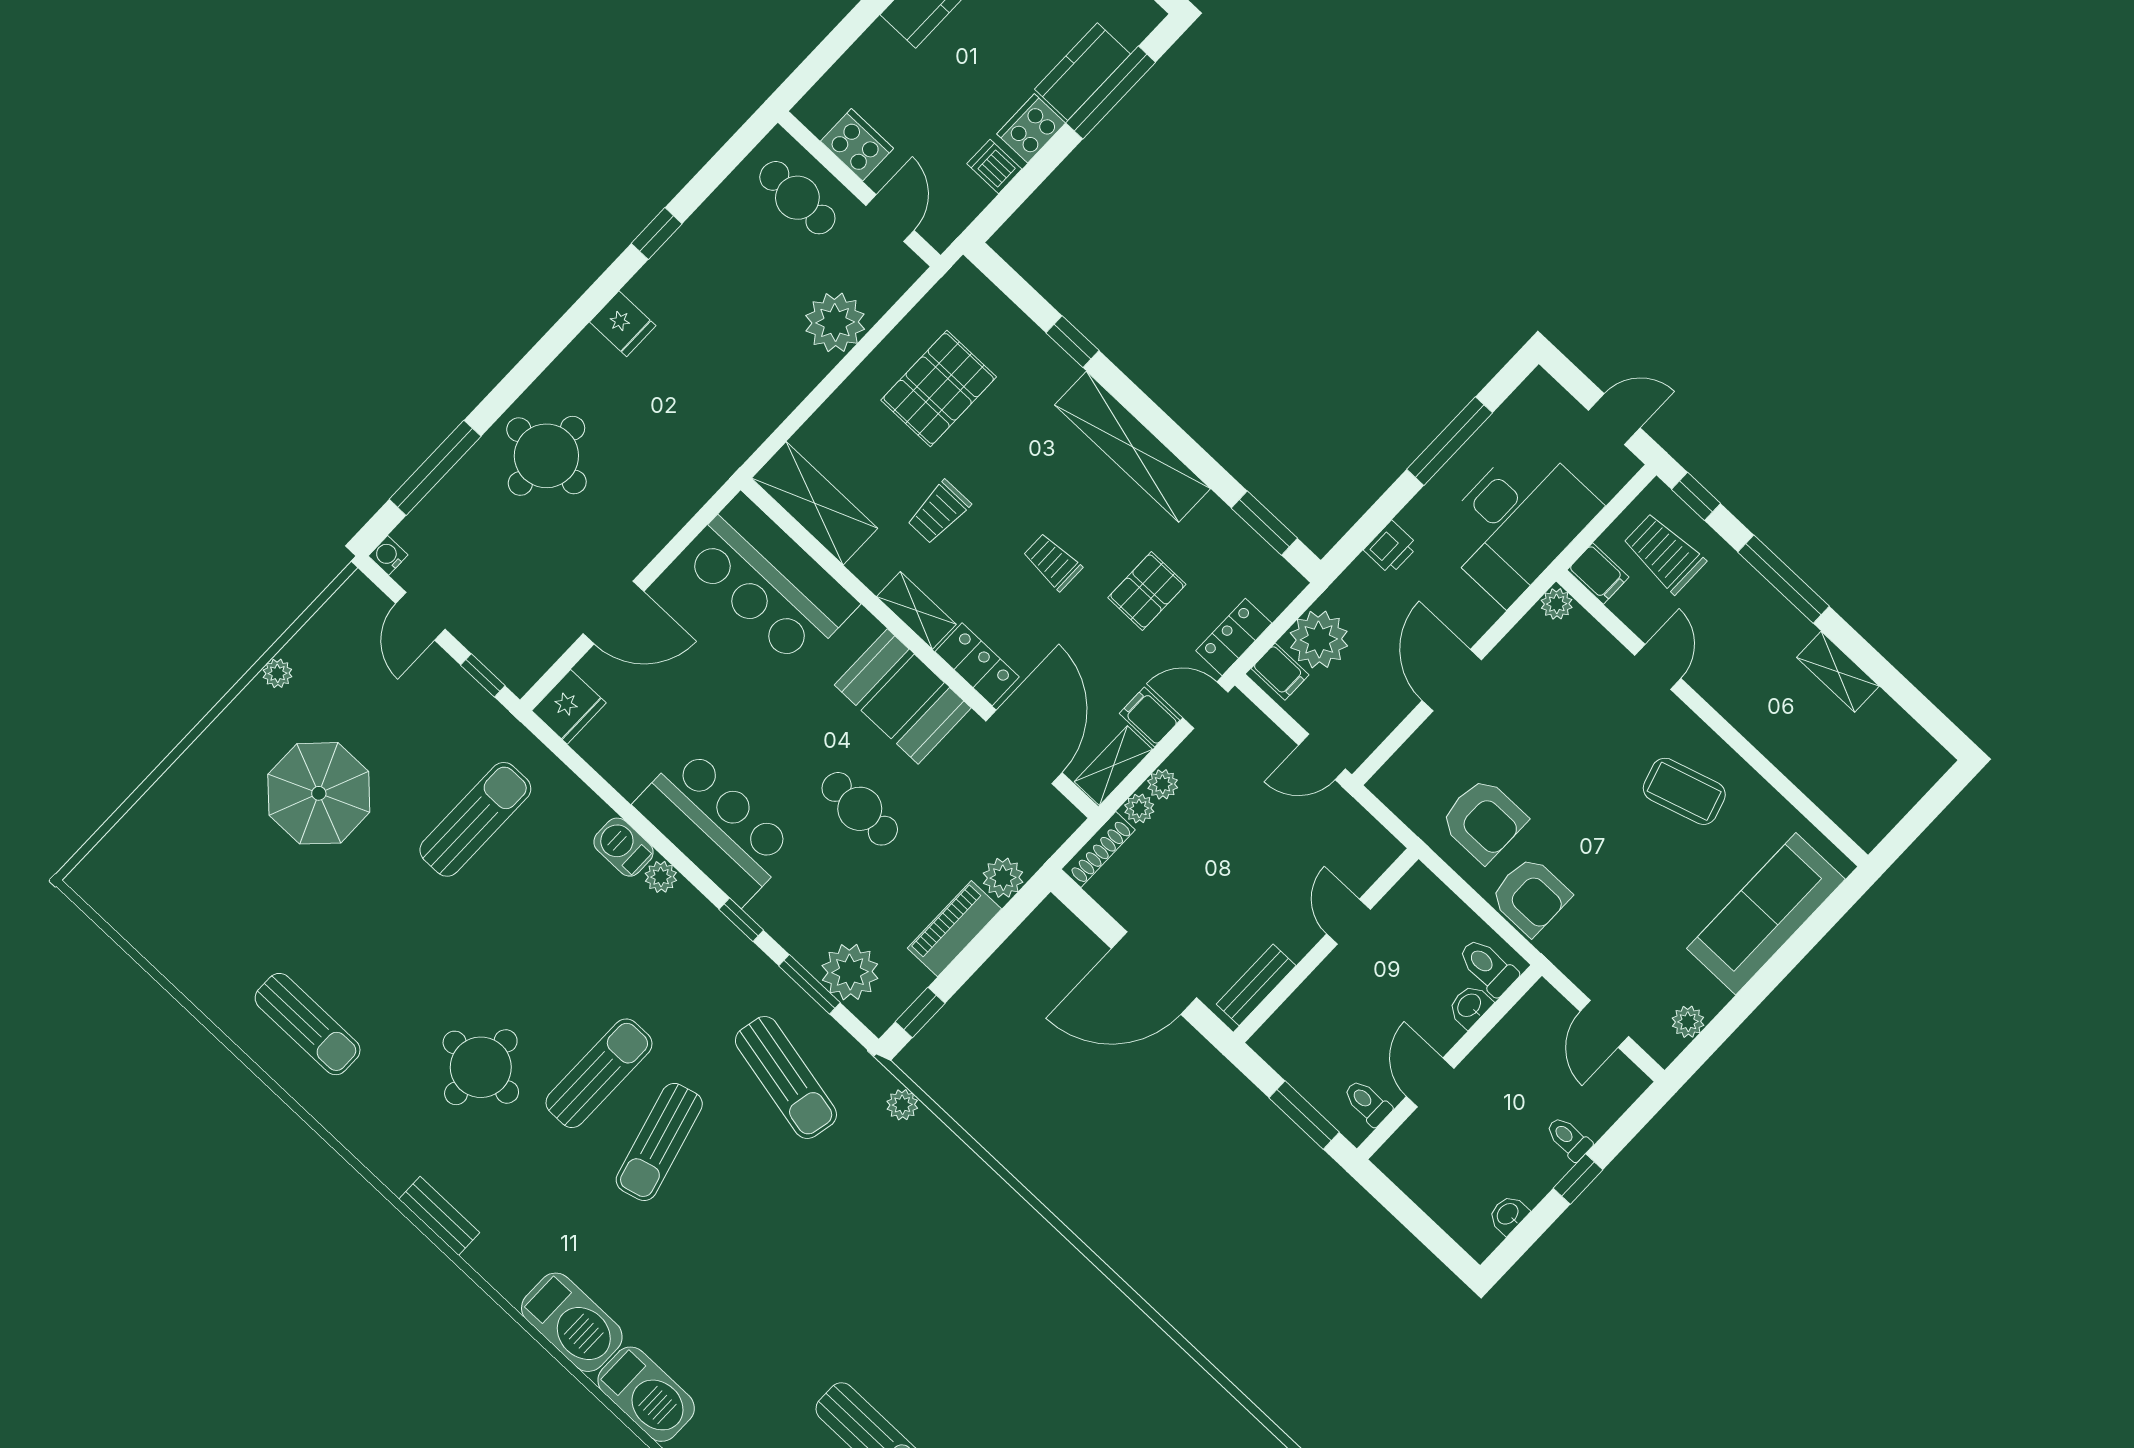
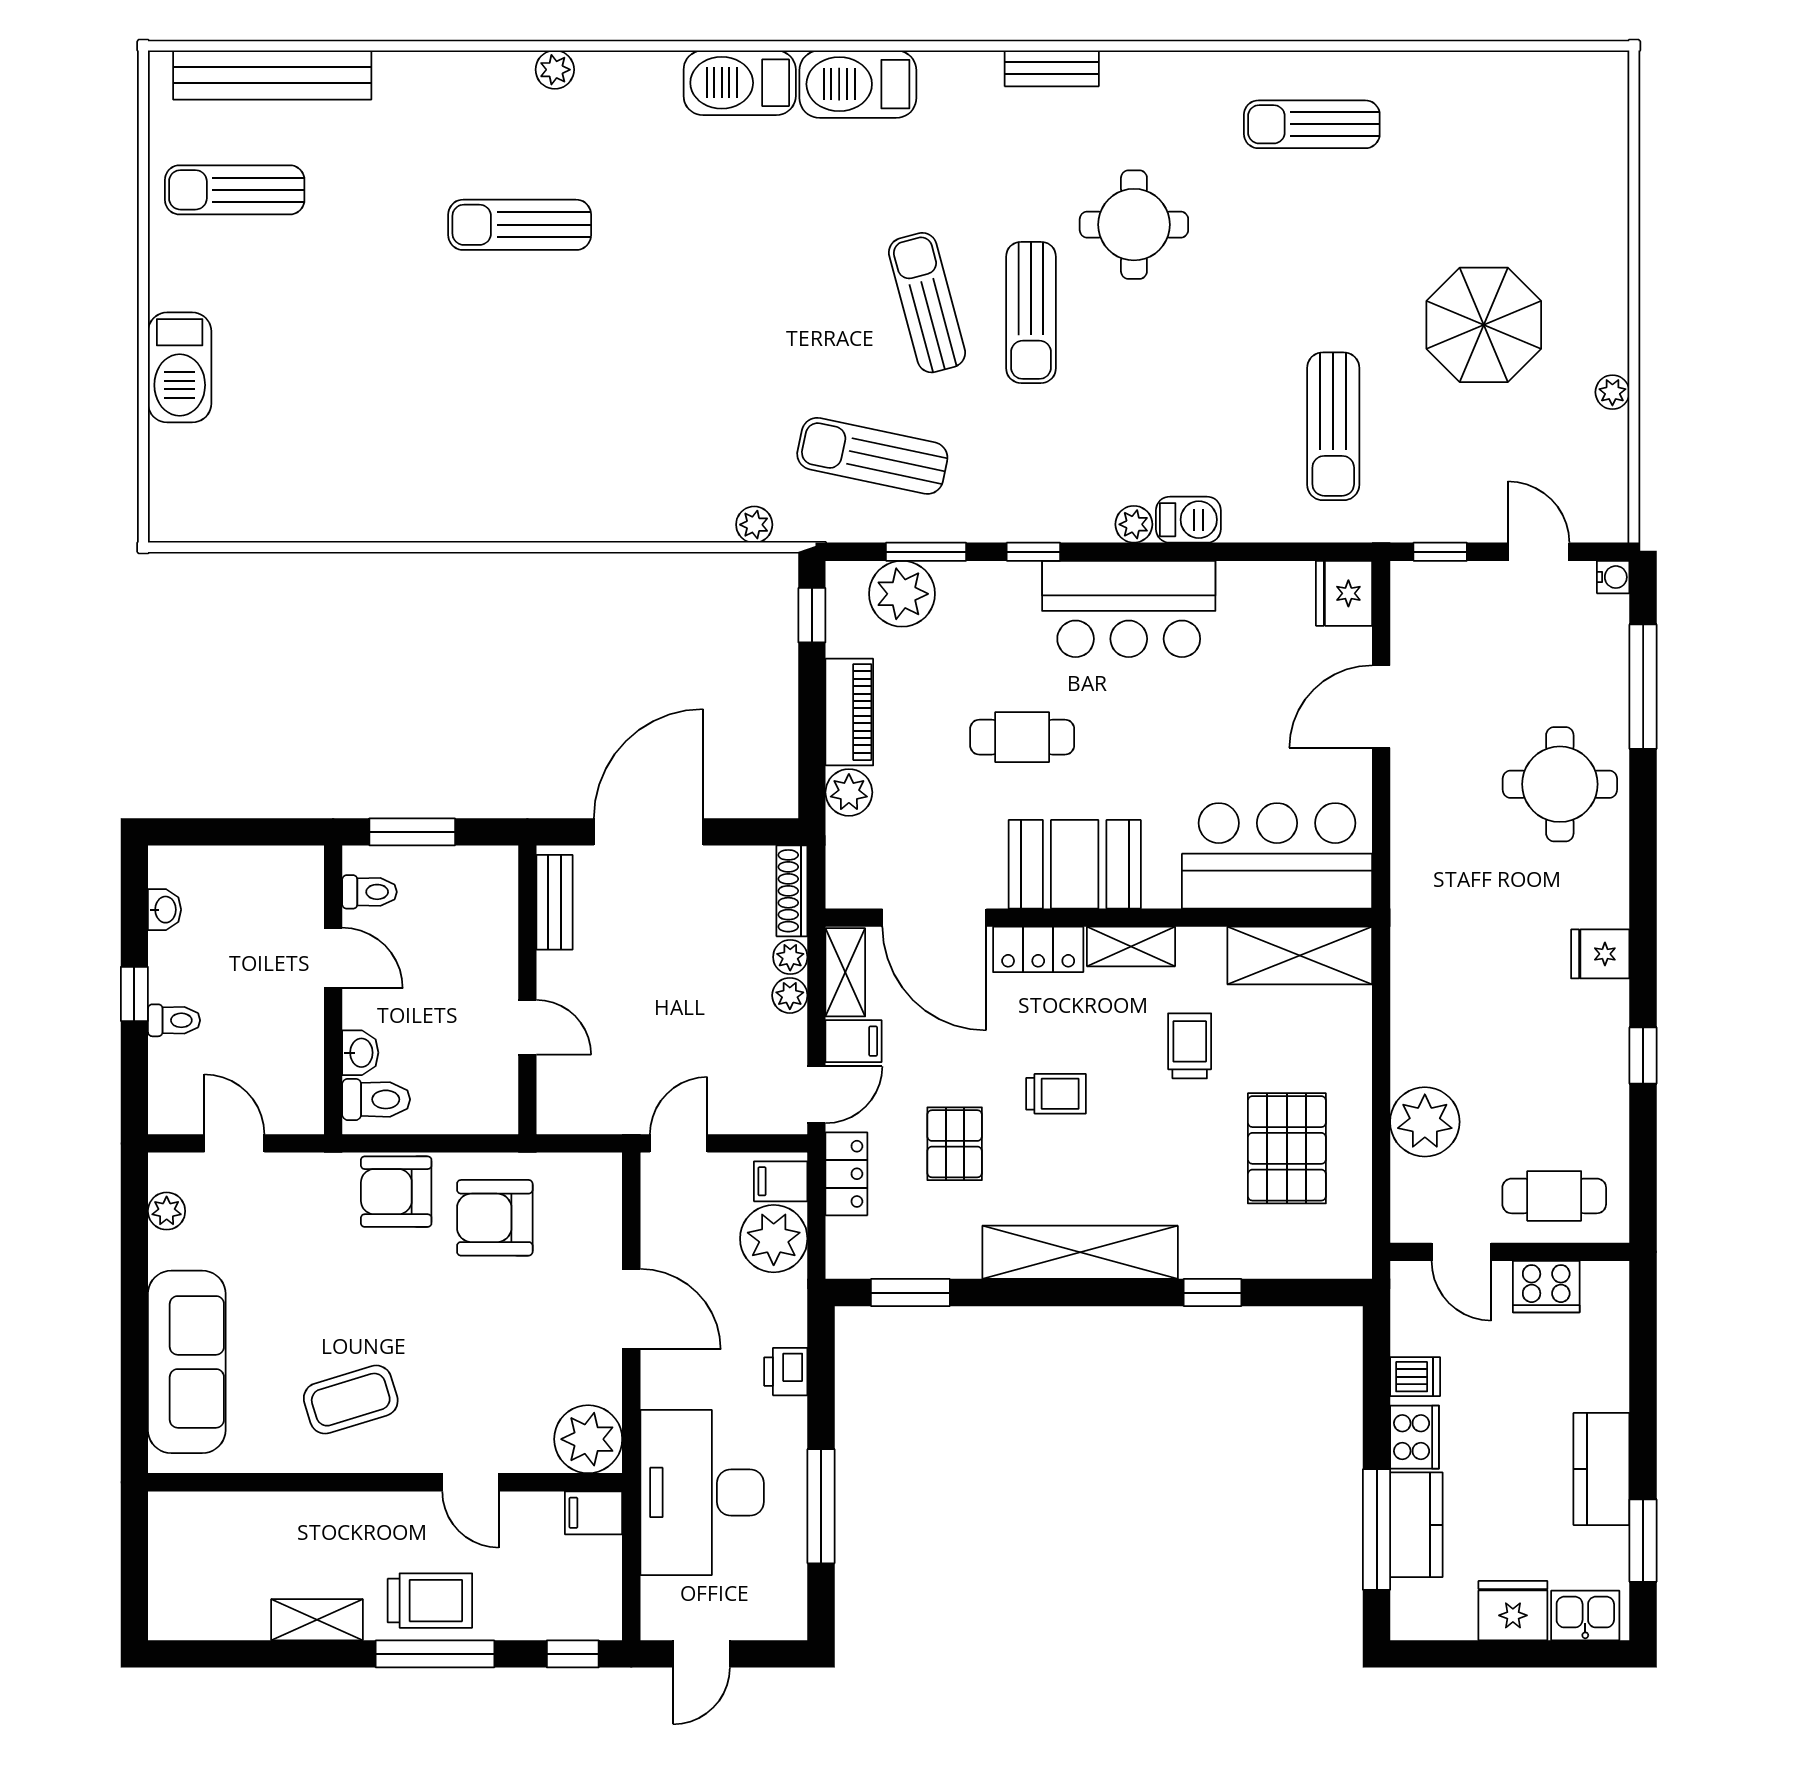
trolley: (1664, 553) -> (430, 1601), moved
plant: (1557, 604) -> (588, 1439), width x1.88, depth x1.88

